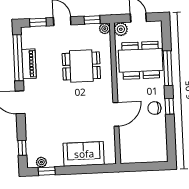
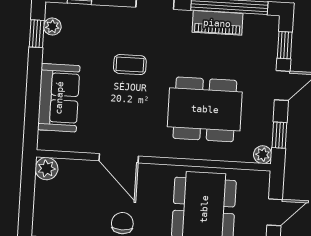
plant: (121, 29) -> (47, 169), moved
dining table: (81, 66) -> (205, 109), width x1.38
coffee table: (59, 113) -> (130, 65), added

